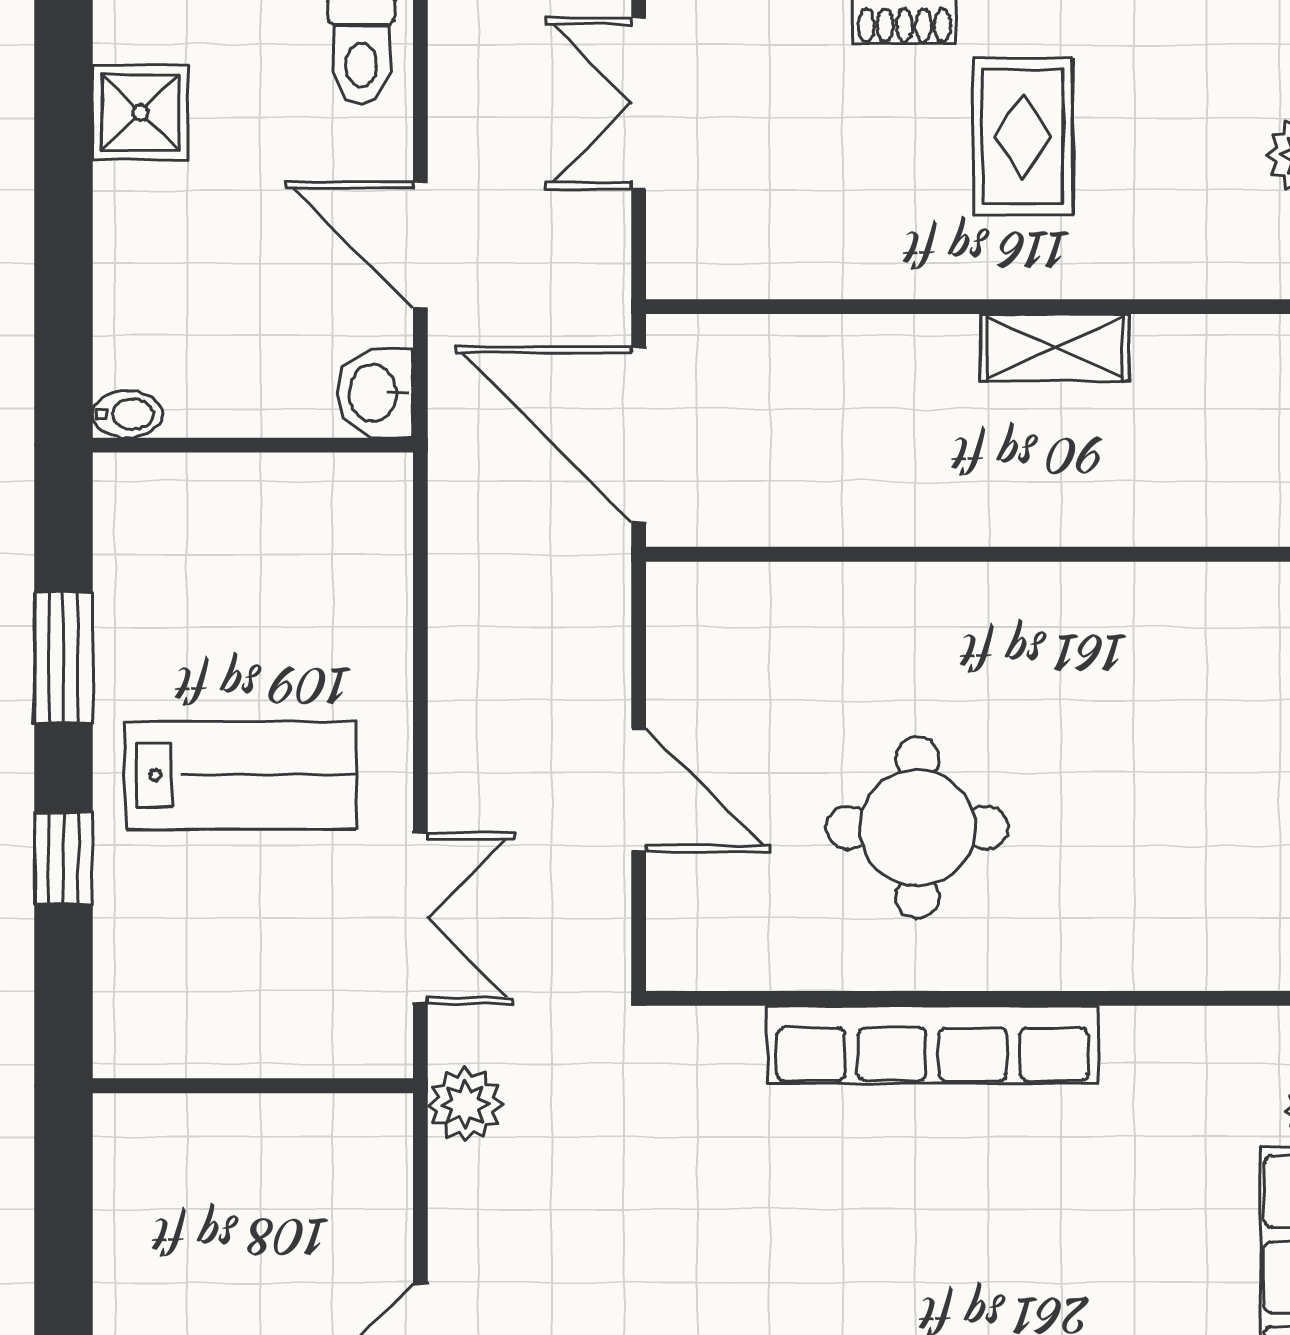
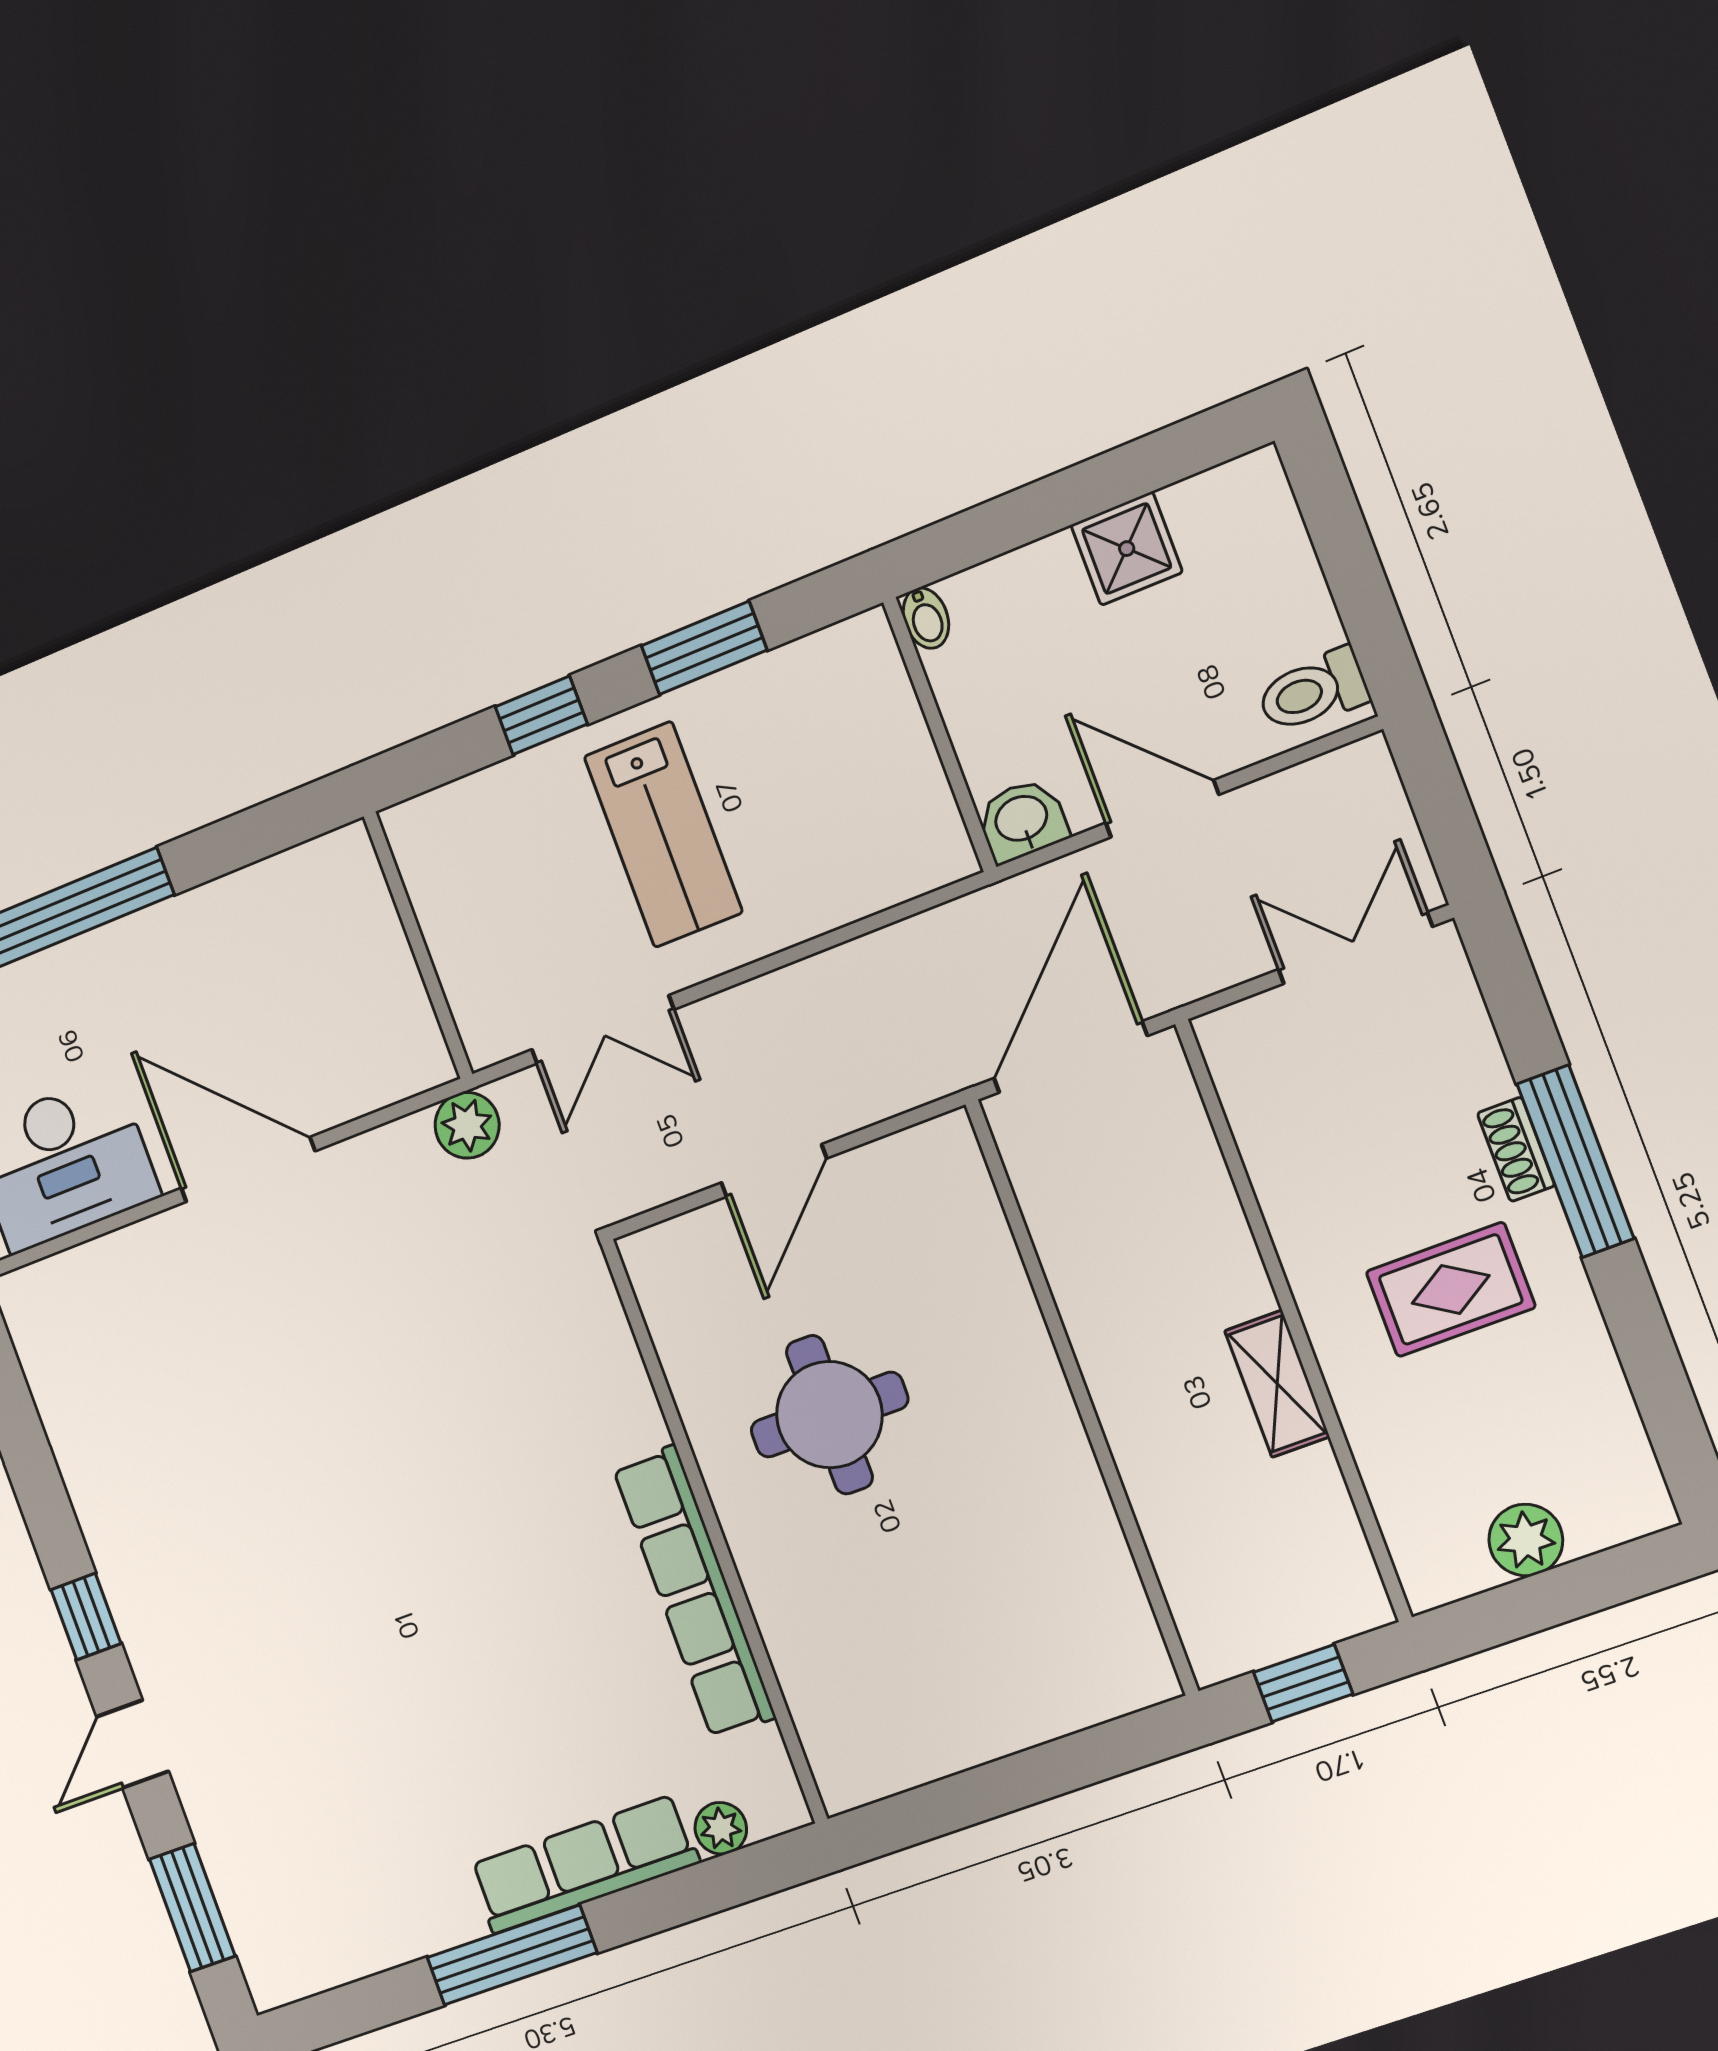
shower: (140, 113) -> (1127, 549), moved
door: (420, 245) -> (1162, 809), hinge flipped
row of seats: (933, 1045) -> (694, 1592), moved

